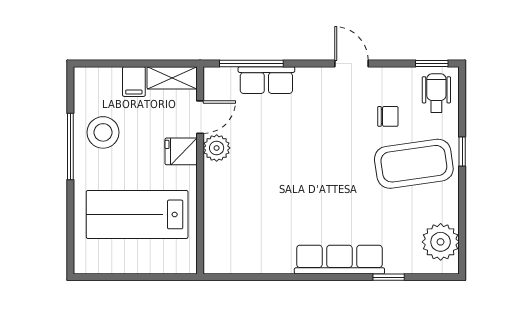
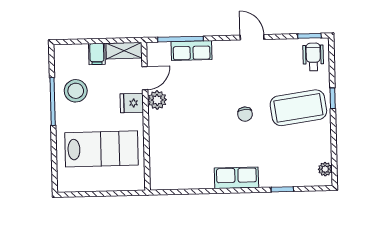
chair: (388, 116) -> (245, 114), moved, turned 86
lab bench: (137, 214) -> (101, 149), turned 180
plant: (441, 242) -> (325, 169), width x0.53, depth x0.53
row of seats: (339, 260) -> (236, 178), width x0.68

